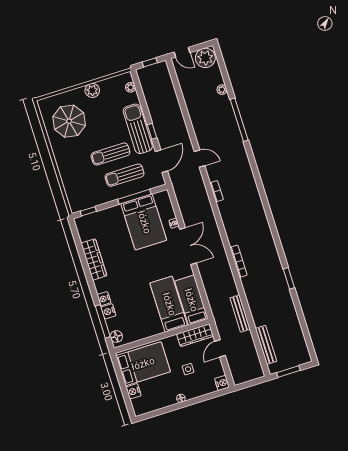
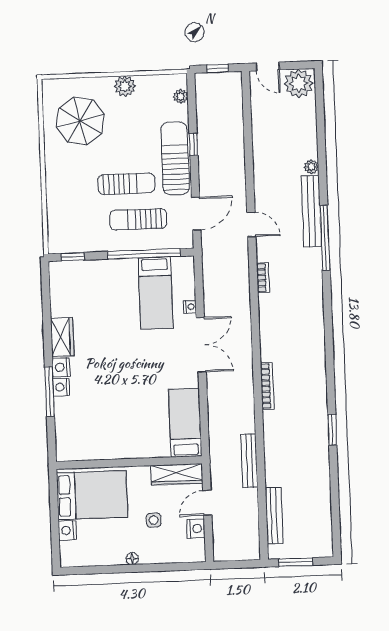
plant: (222, 90) -> (311, 167), moved
window: (239, 120) -> (325, 238), moved
window: (152, 131) -> (193, 144), moved
bench: (236, 139) -> (311, 211), added
sun lounger: (110, 154) -> (126, 184), turned 180
window: (134, 197) -> (144, 254), width x1.46
bed: (144, 222) -> (156, 293), width x0.67
wardrobe: (94, 259) -> (62, 337), width x0.67
bed: (169, 304) -> (151, 420), removed
nightstand: (108, 311) -> (61, 367), moved
window: (103, 321) -> (50, 392), moved
floor lamp: (116, 337) -> (64, 446), removed
nightstand: (222, 383) -> (196, 529), moved

